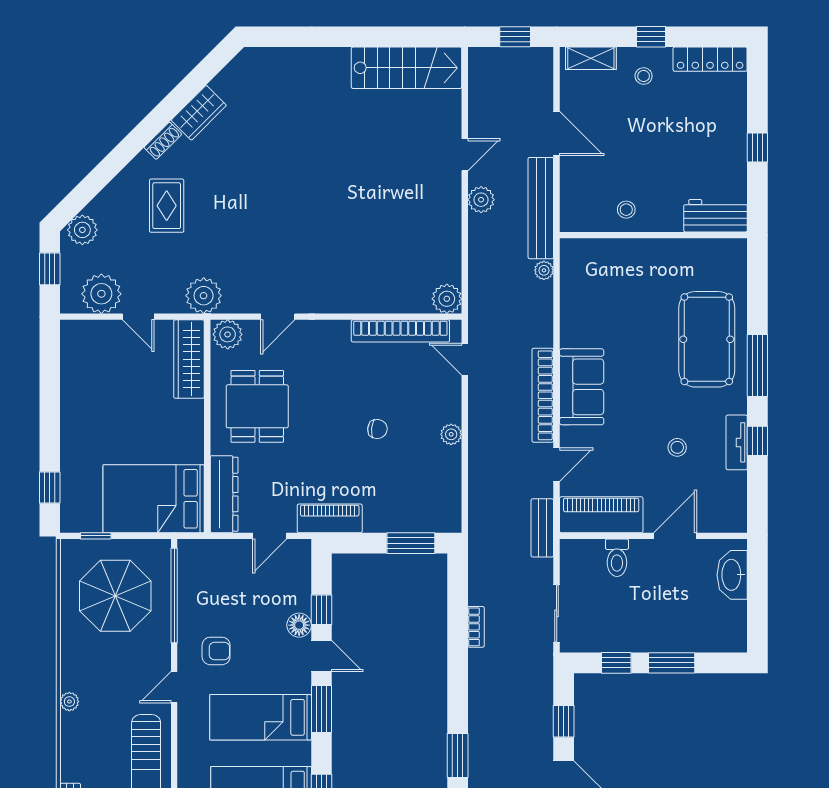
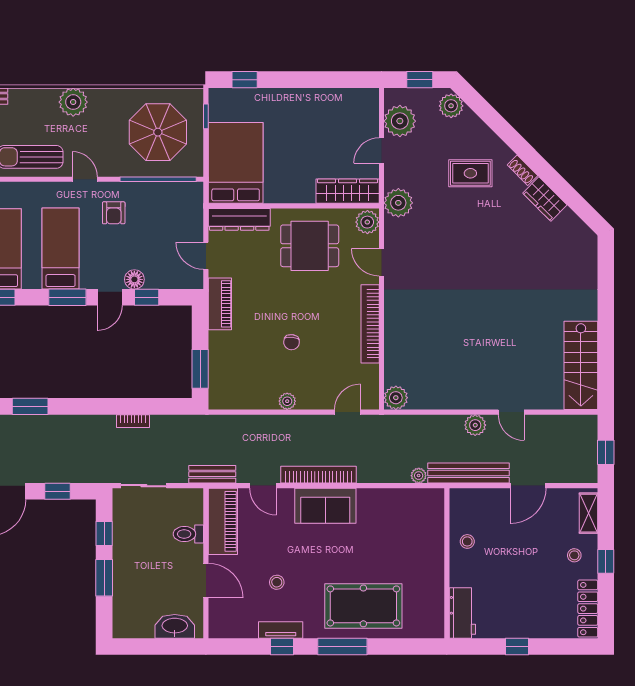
bookcase: (400, 331) -> (370, 324), moved
plant: (69, 702) -> (73, 102), width x1.87, depth x1.87

